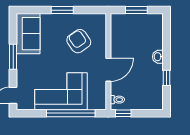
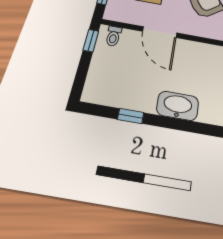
washbasin: (158, 57) -> (178, 106), width x1.91, depth x1.45

